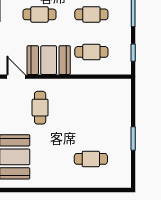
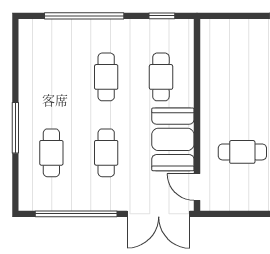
door: (16, 77) -> (197, 187), hinge flipped

